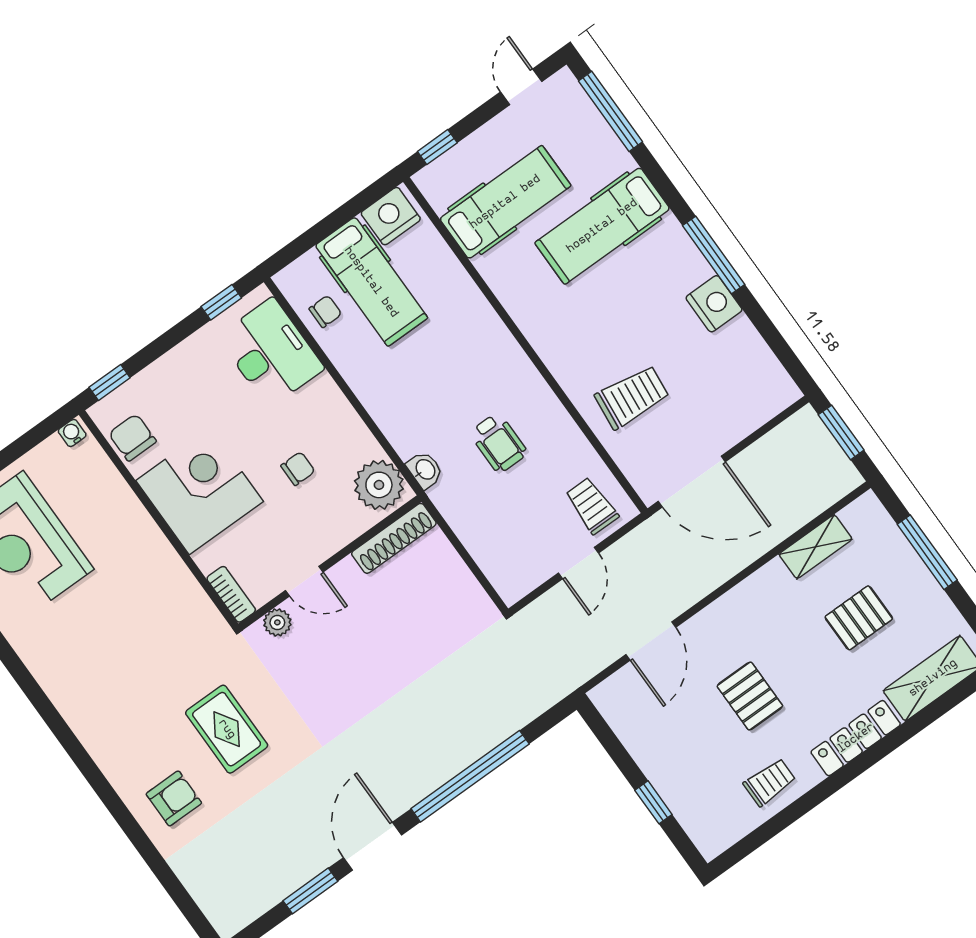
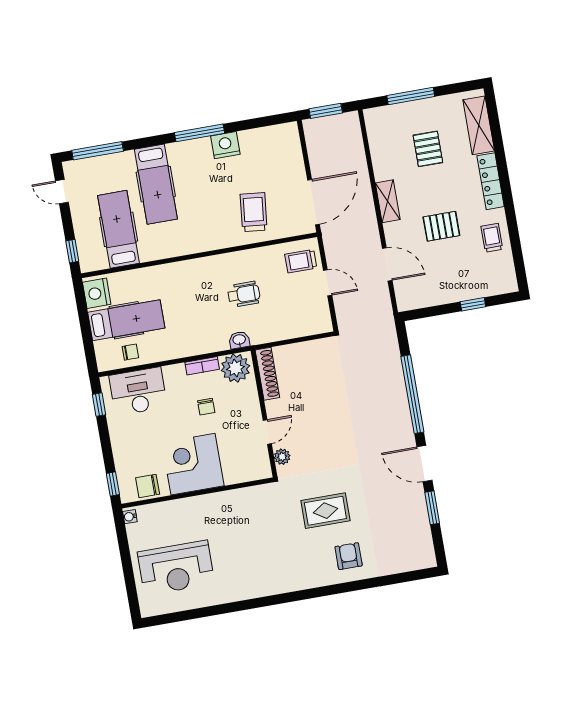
chair: (325, 311) -> (130, 352), turned 90
chair: (298, 469) -> (206, 407), turned 180
shelving: (816, 547) -> (388, 201), moved
bookcase: (231, 594) -> (202, 366), moved, turned 180

